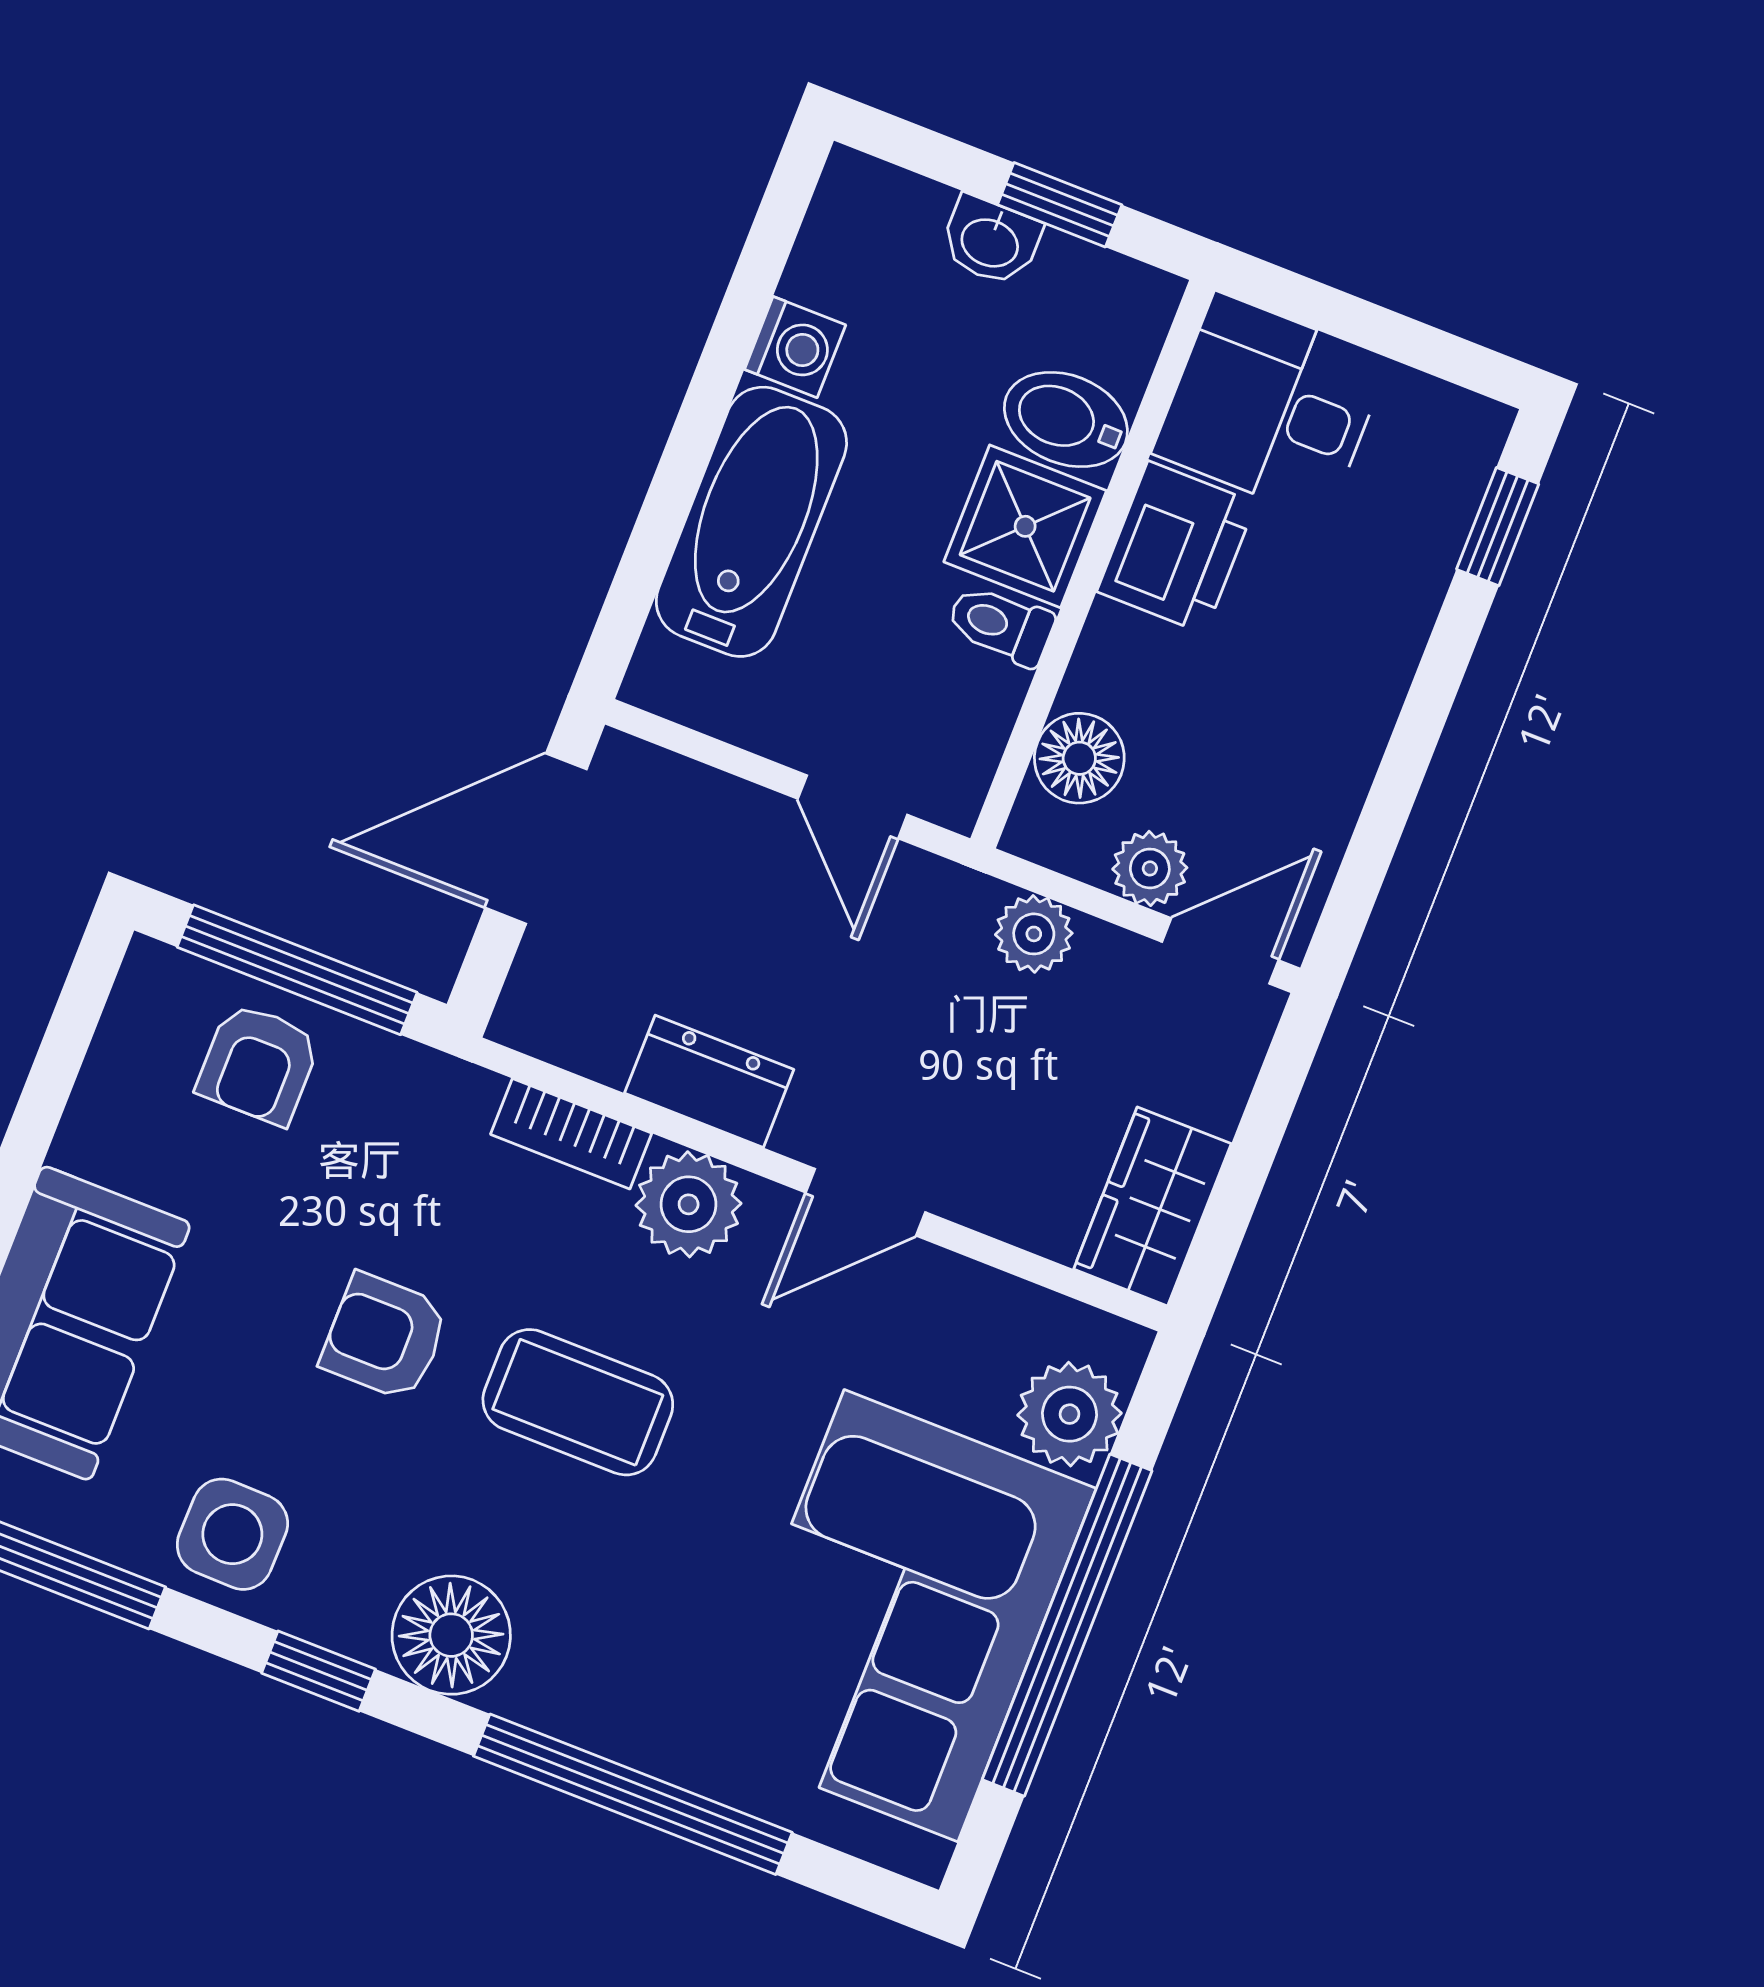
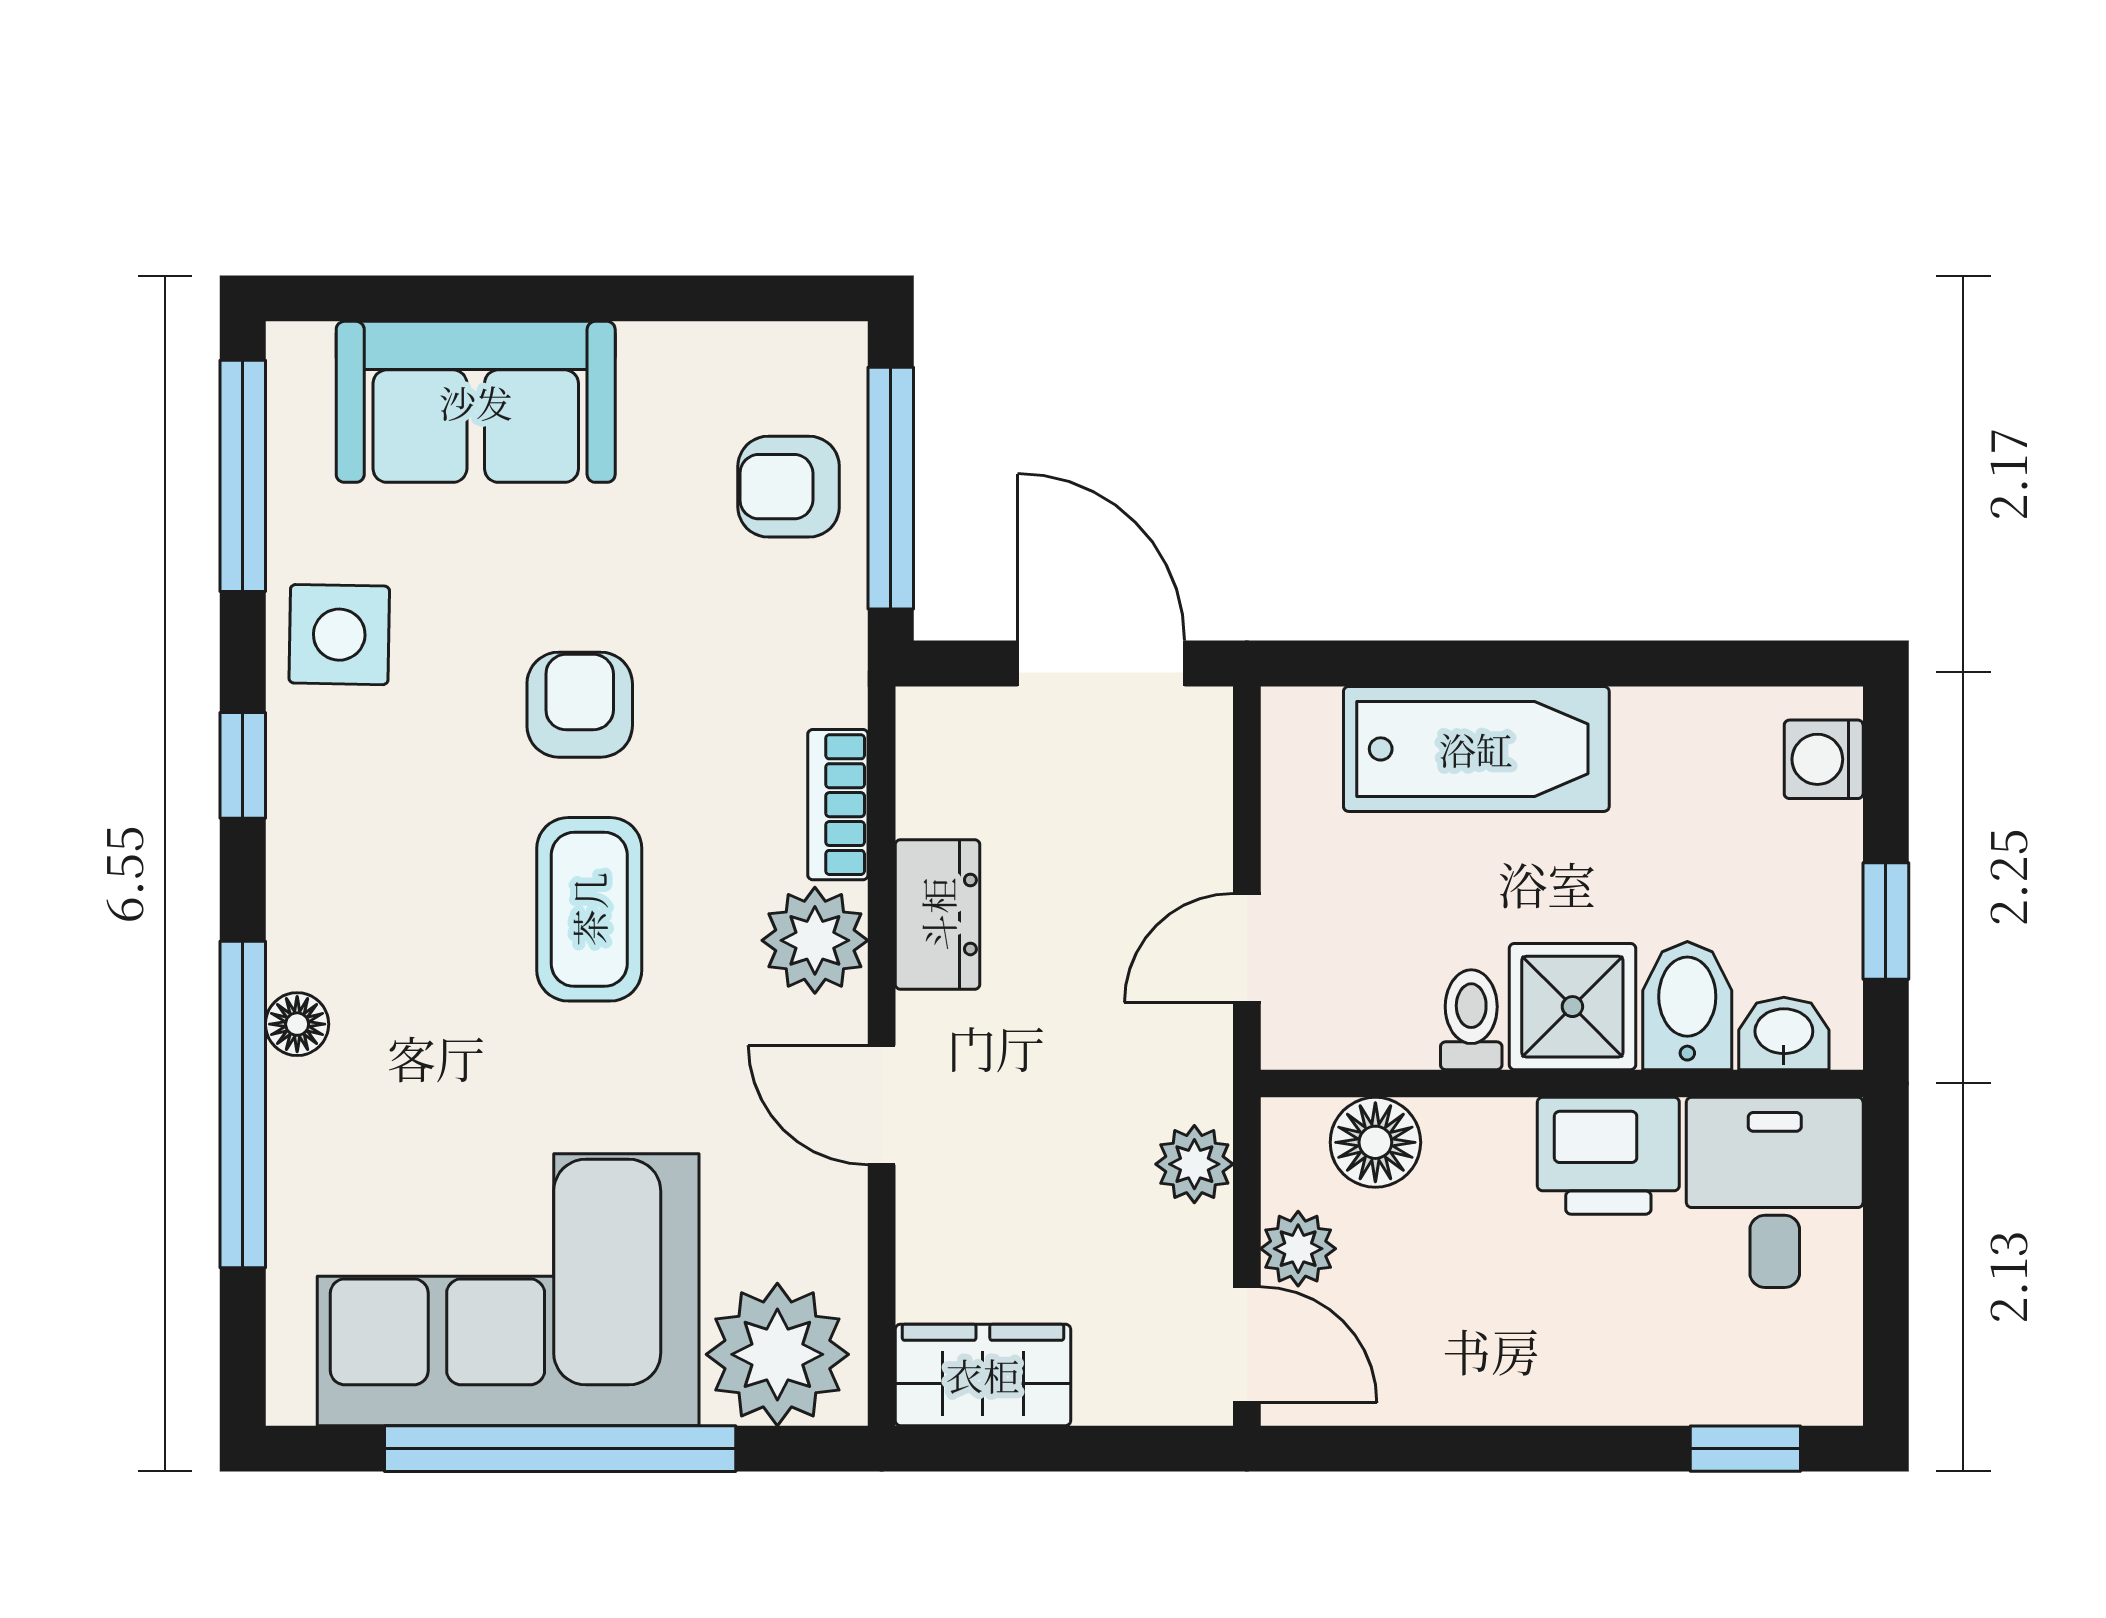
washbasin: (991, 241) -> (1784, 1033), moved, turned 90
washing machine: (795, 347) -> (1824, 759), moved, turned 90
plant: (1070, 1414) -> (777, 1354), width x1.36, depth x1.36
floor lamp: (451, 1635) -> (297, 1024), moved, width x0.53, depth x0.53

